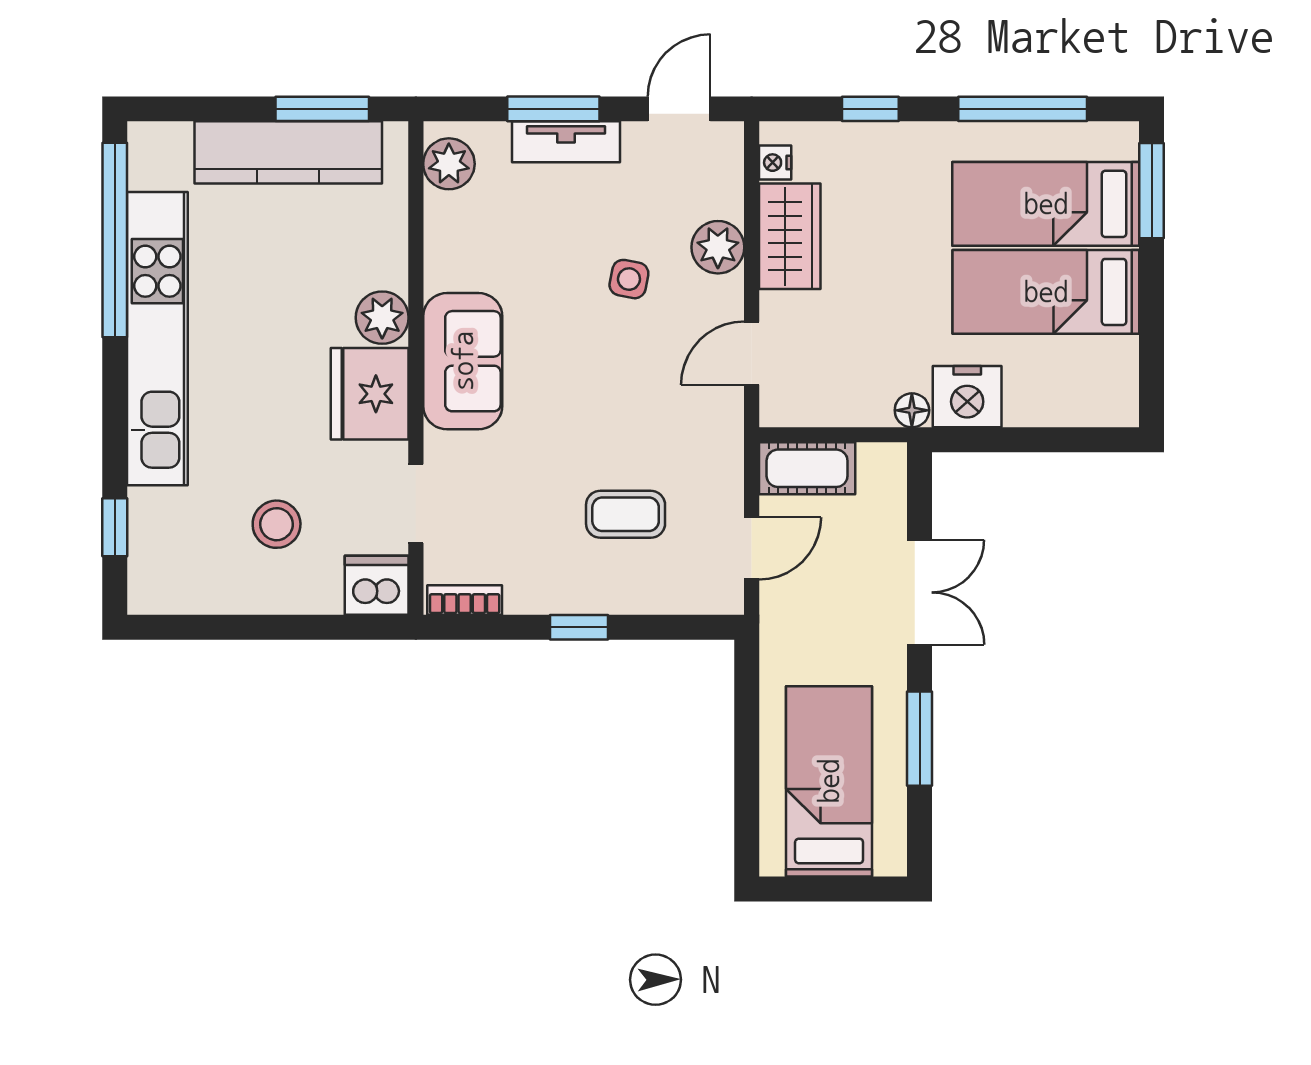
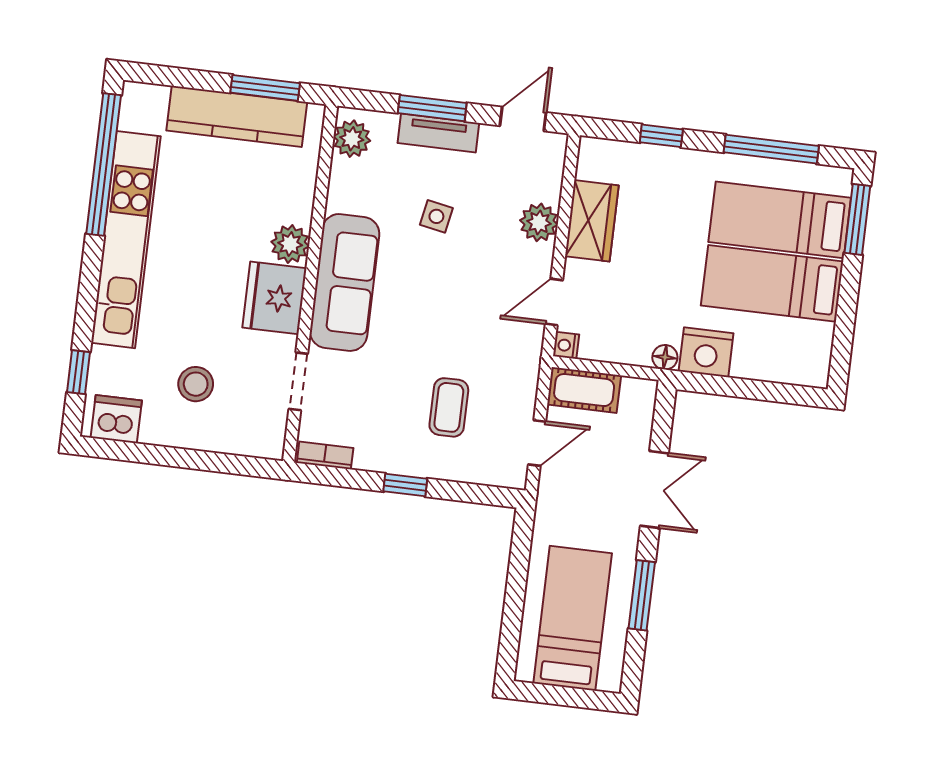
nightstand: (775, 163) -> (566, 345), moved
side table: (629, 279) -> (436, 216), moved
sofa: (463, 361) -> (345, 282), width x1.36
coffee table: (626, 514) -> (449, 407), turned 90
dishwasher: (377, 585) -> (116, 419), moved

